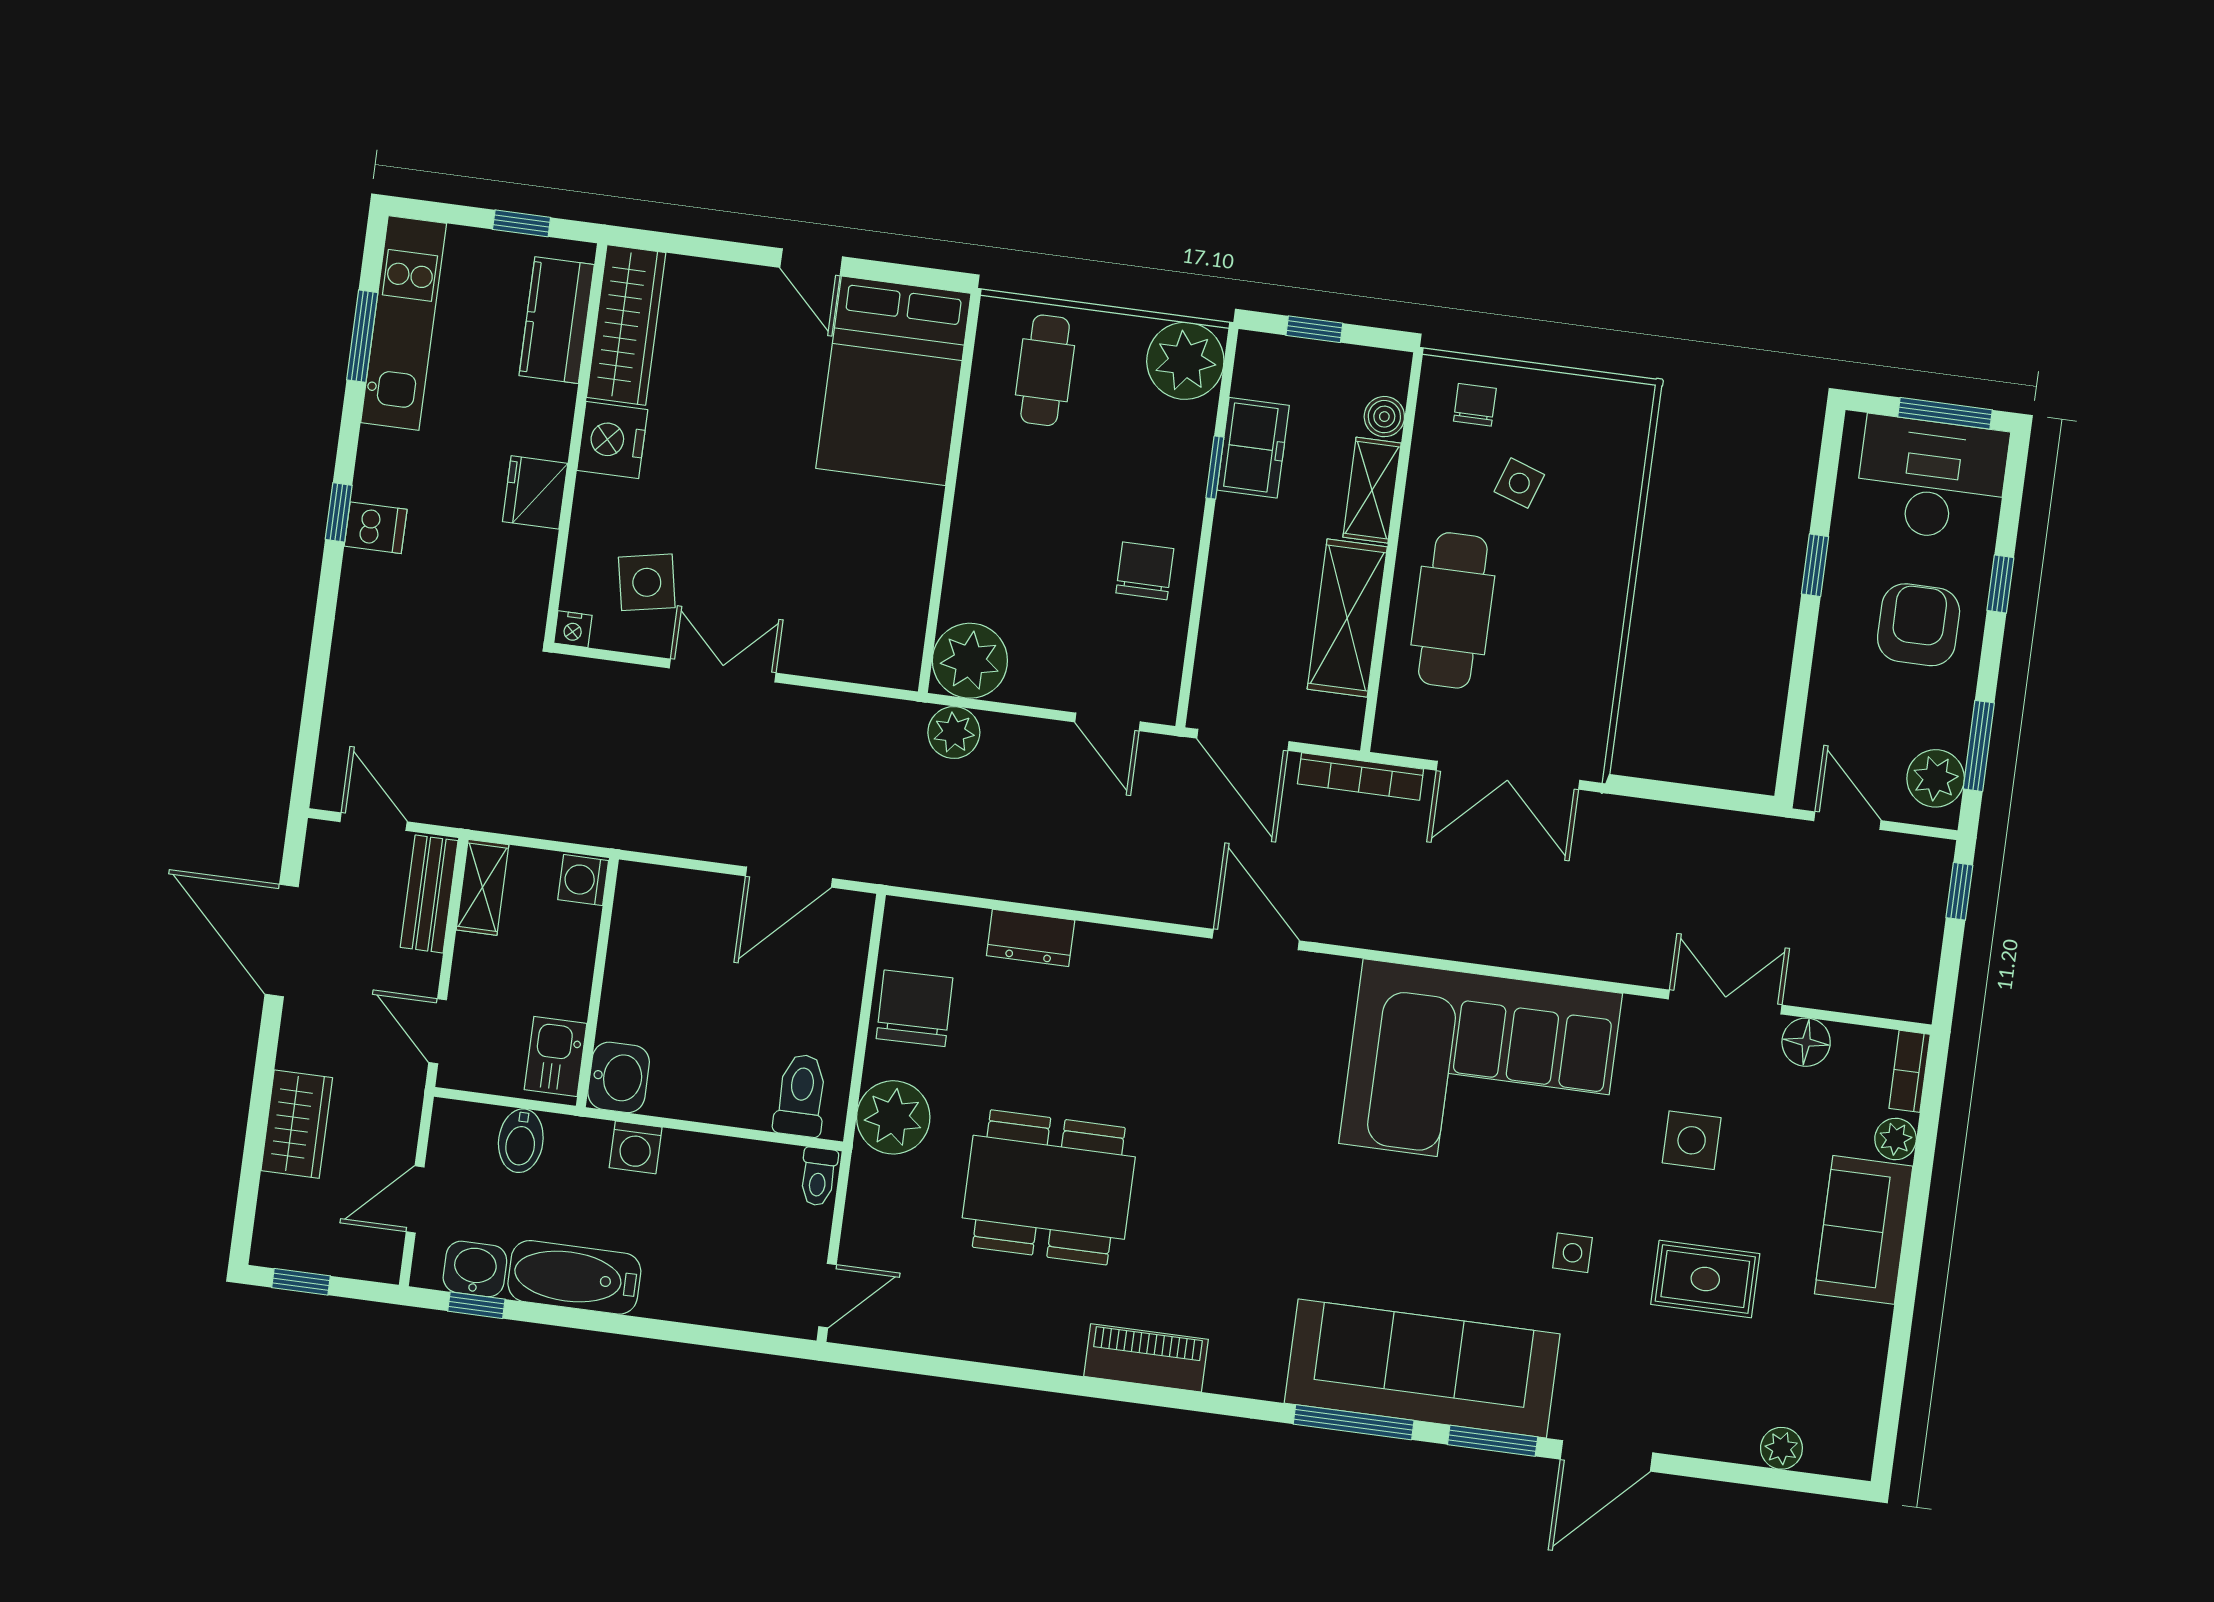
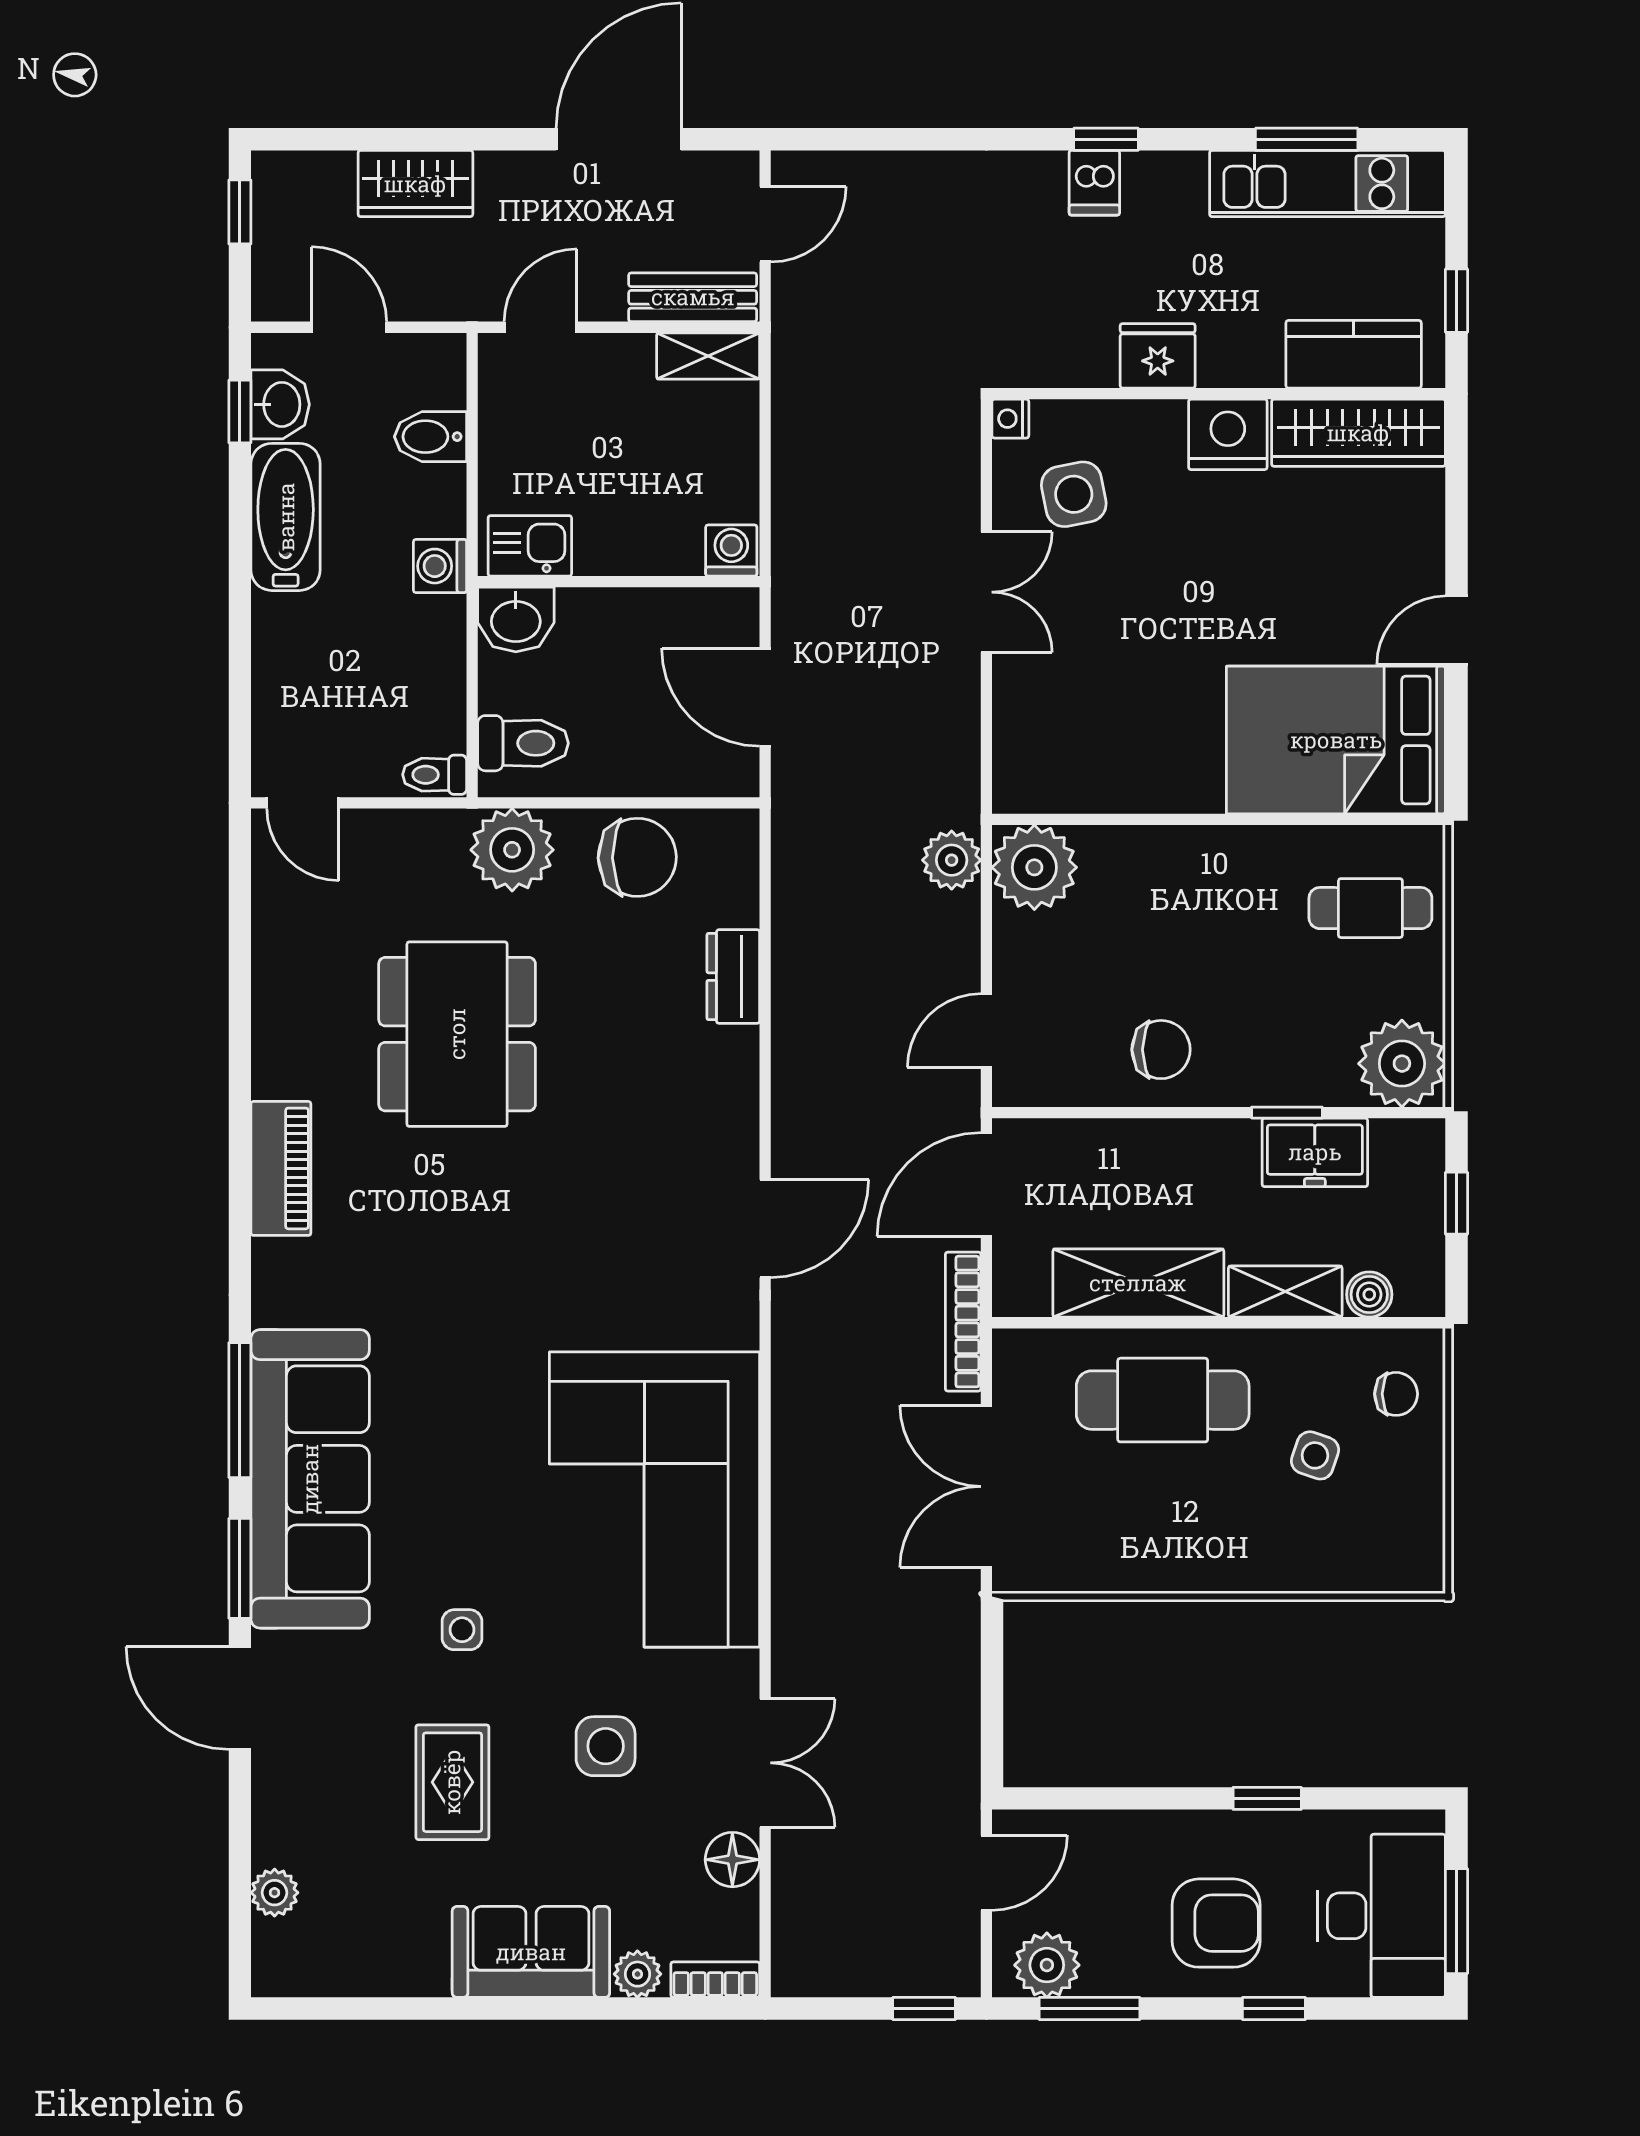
washing machine: (583, 880) -> (731, 550), moved
wall: (597, 983) -> (619, 582), moved
kitchen sink: (556, 1056) -> (530, 546), moved
washbasin: (619, 1077) -> (516, 620), moved

